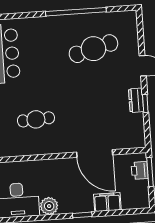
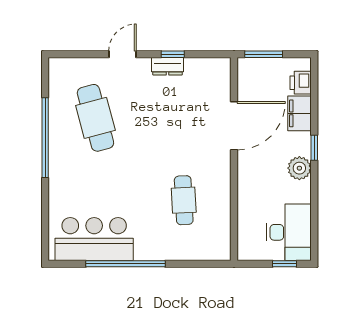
printer: (140, 170) -> (301, 83), moved, turned 90
plant: (49, 206) -> (299, 168), moved

